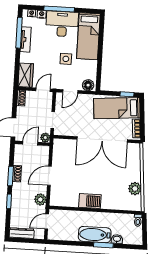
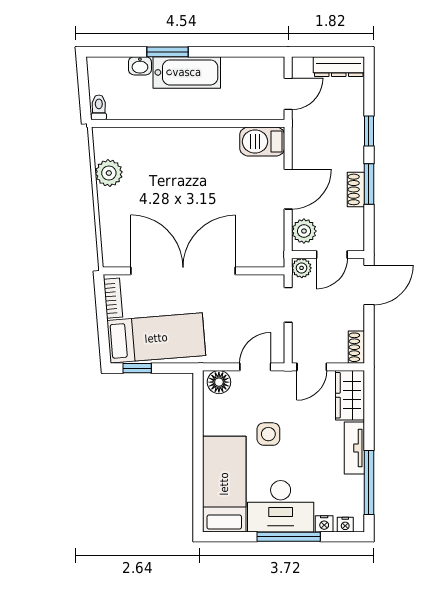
tv unit: (26, 39) -> (354, 448), moved
plant: (40, 199) -> (304, 231), moved
barbecue: (90, 201) -> (262, 142), moved

